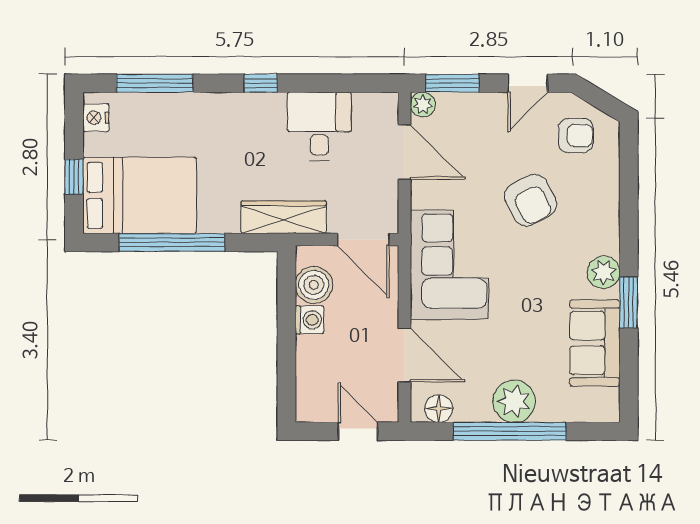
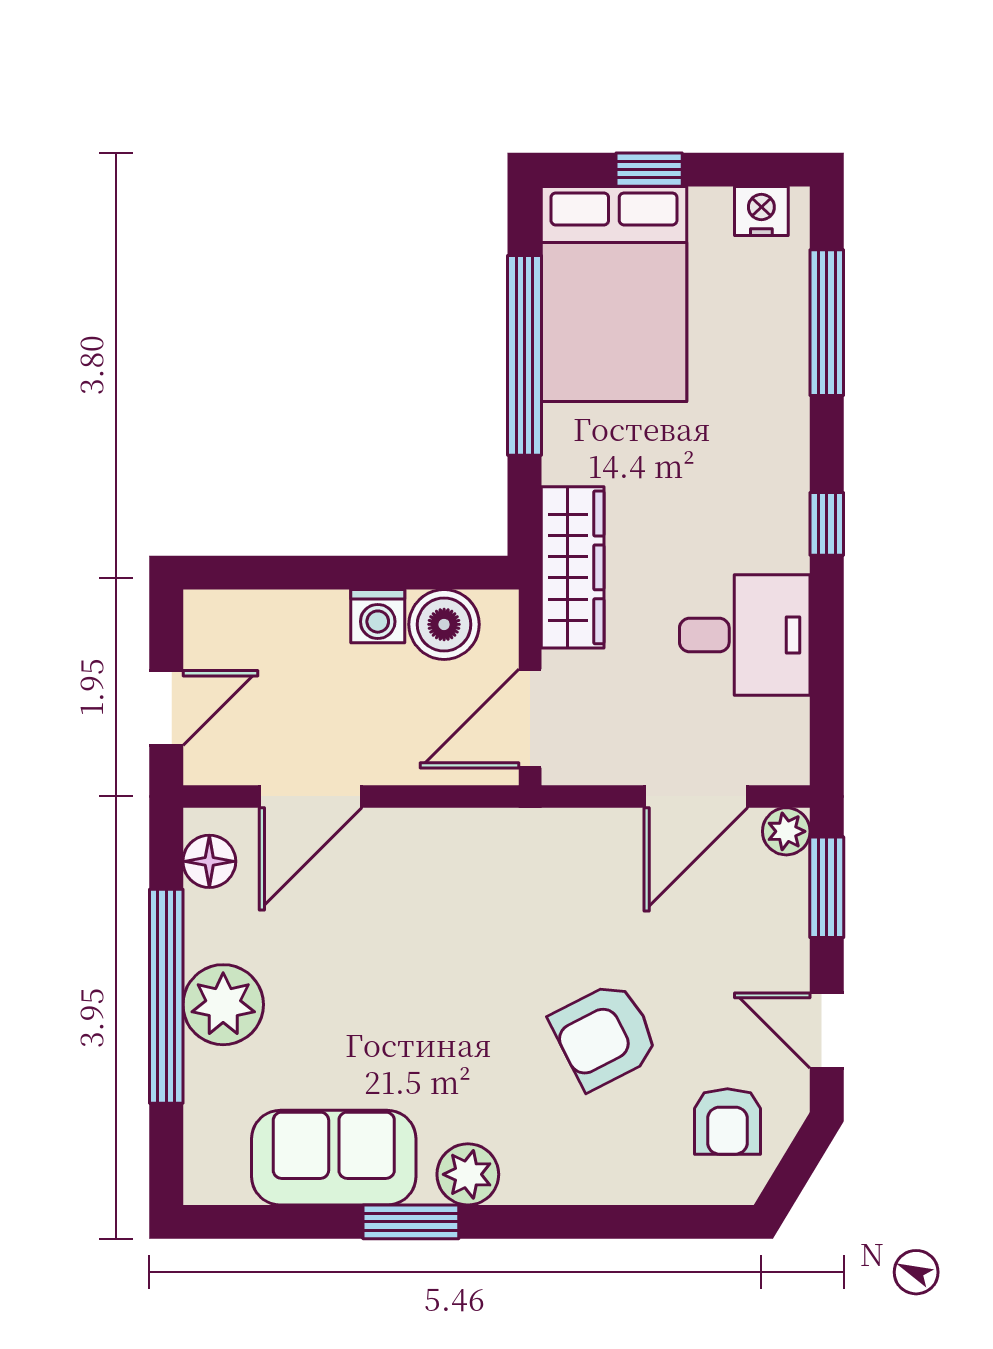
corner sofa: (449, 265) -> (482, 882), removed

